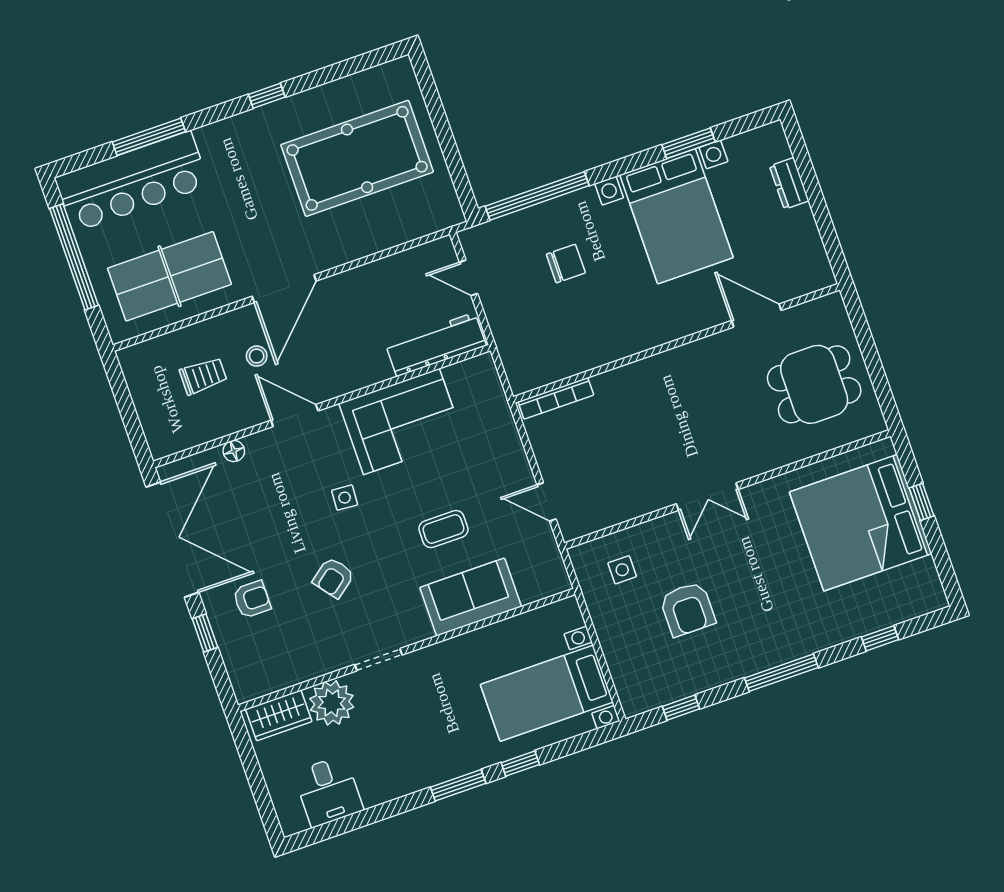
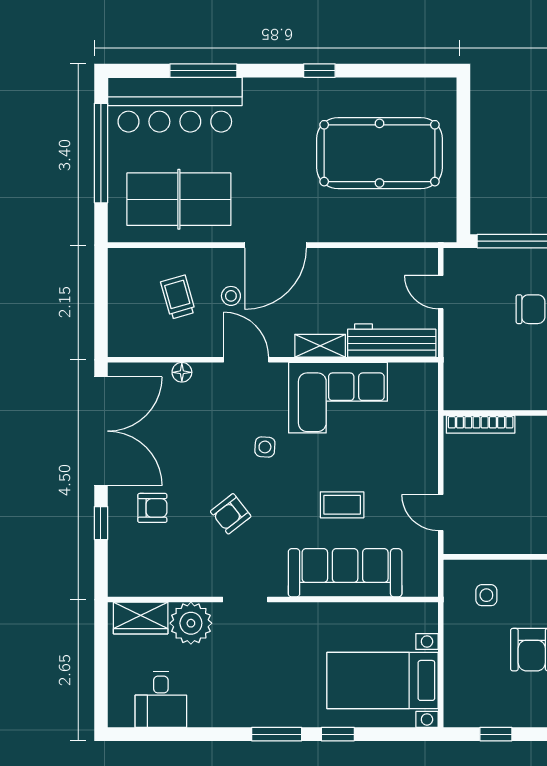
shelving: (365, 375) -> (320, 346), added
trolley: (203, 376) -> (178, 297), turned -106
sofa: (471, 597) -> (345, 573), width x1.36

